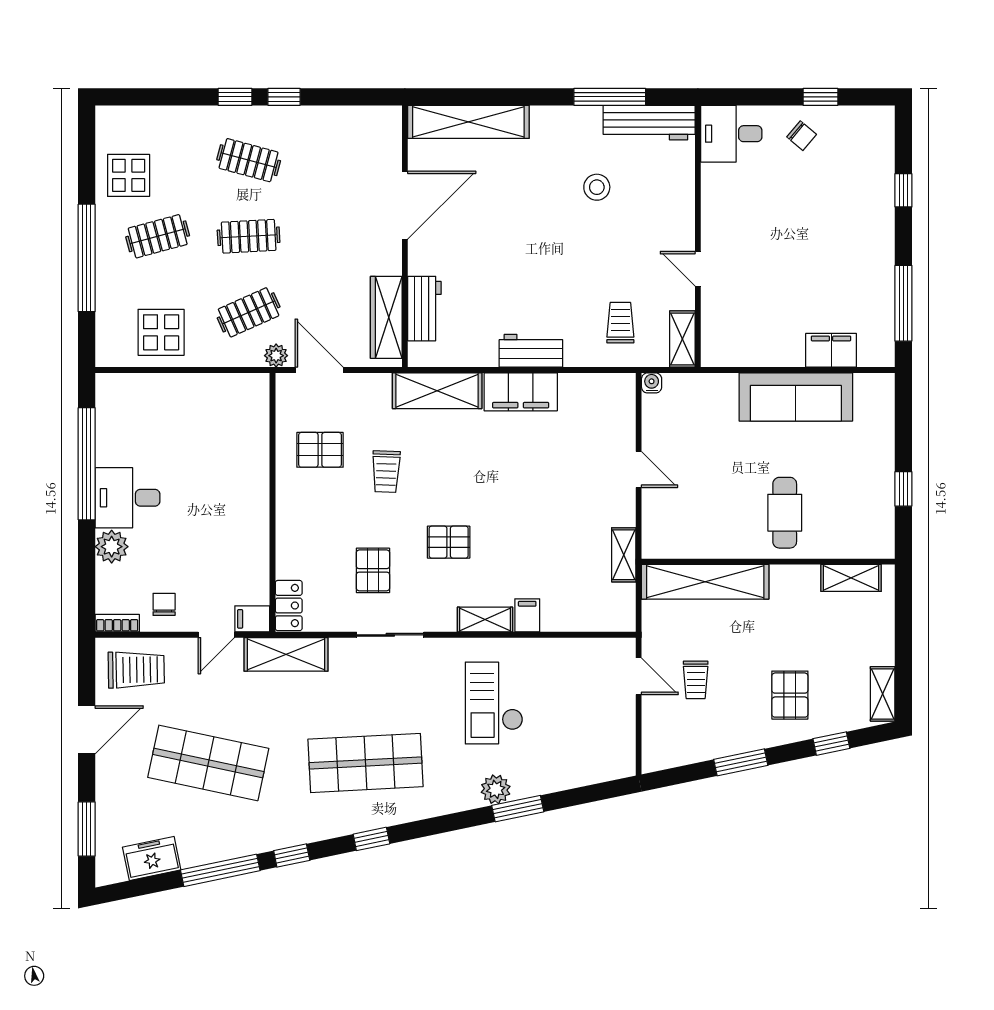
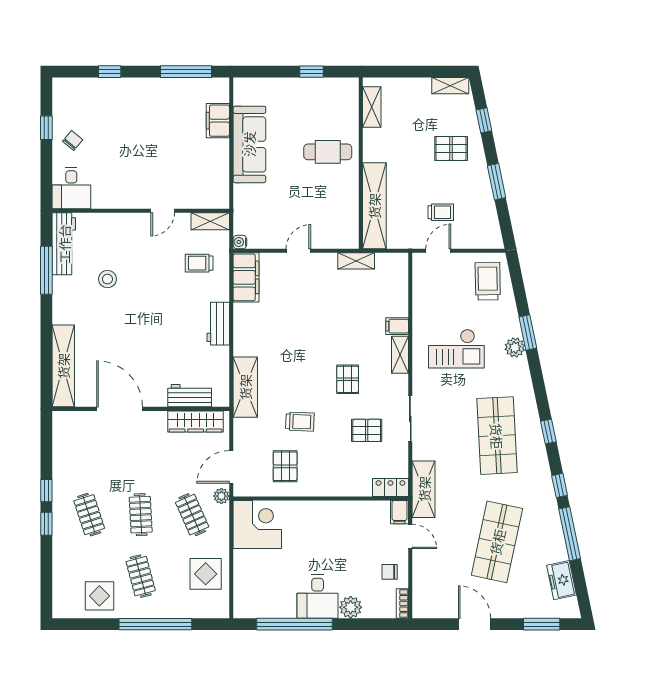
clothes rail: (249, 160) -> (89, 515), turned -33
filing cabinet: (521, 392) -> (246, 277), moved
corner desk: (234, 409) -> (257, 524), added
trolley: (136, 670) -> (488, 281), moved

